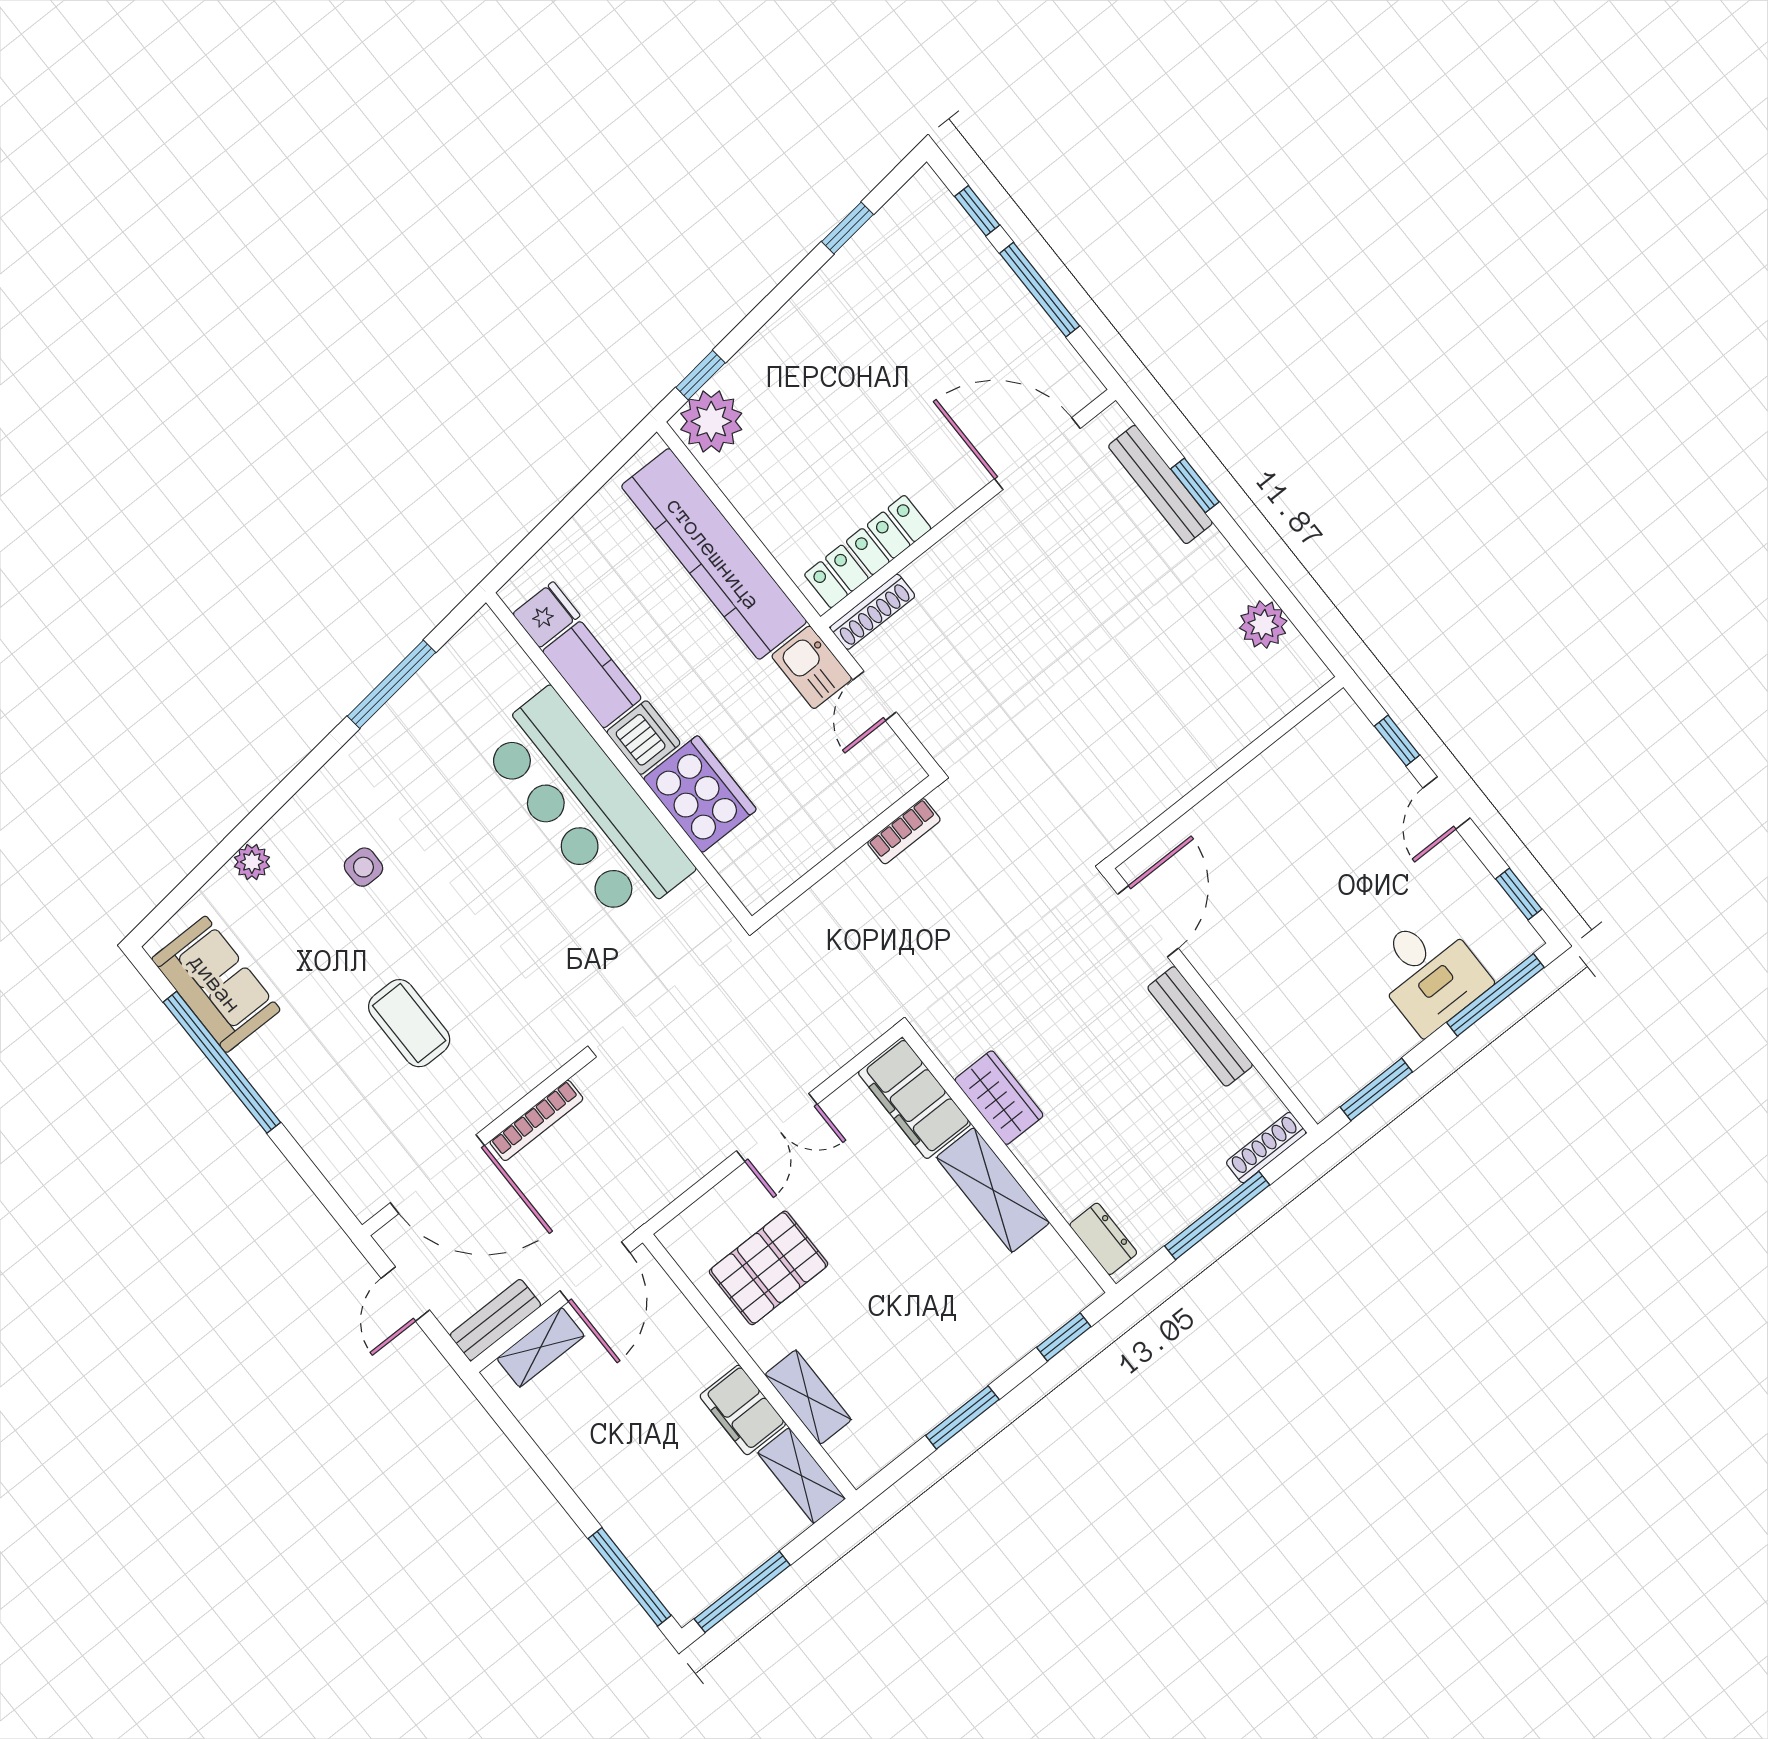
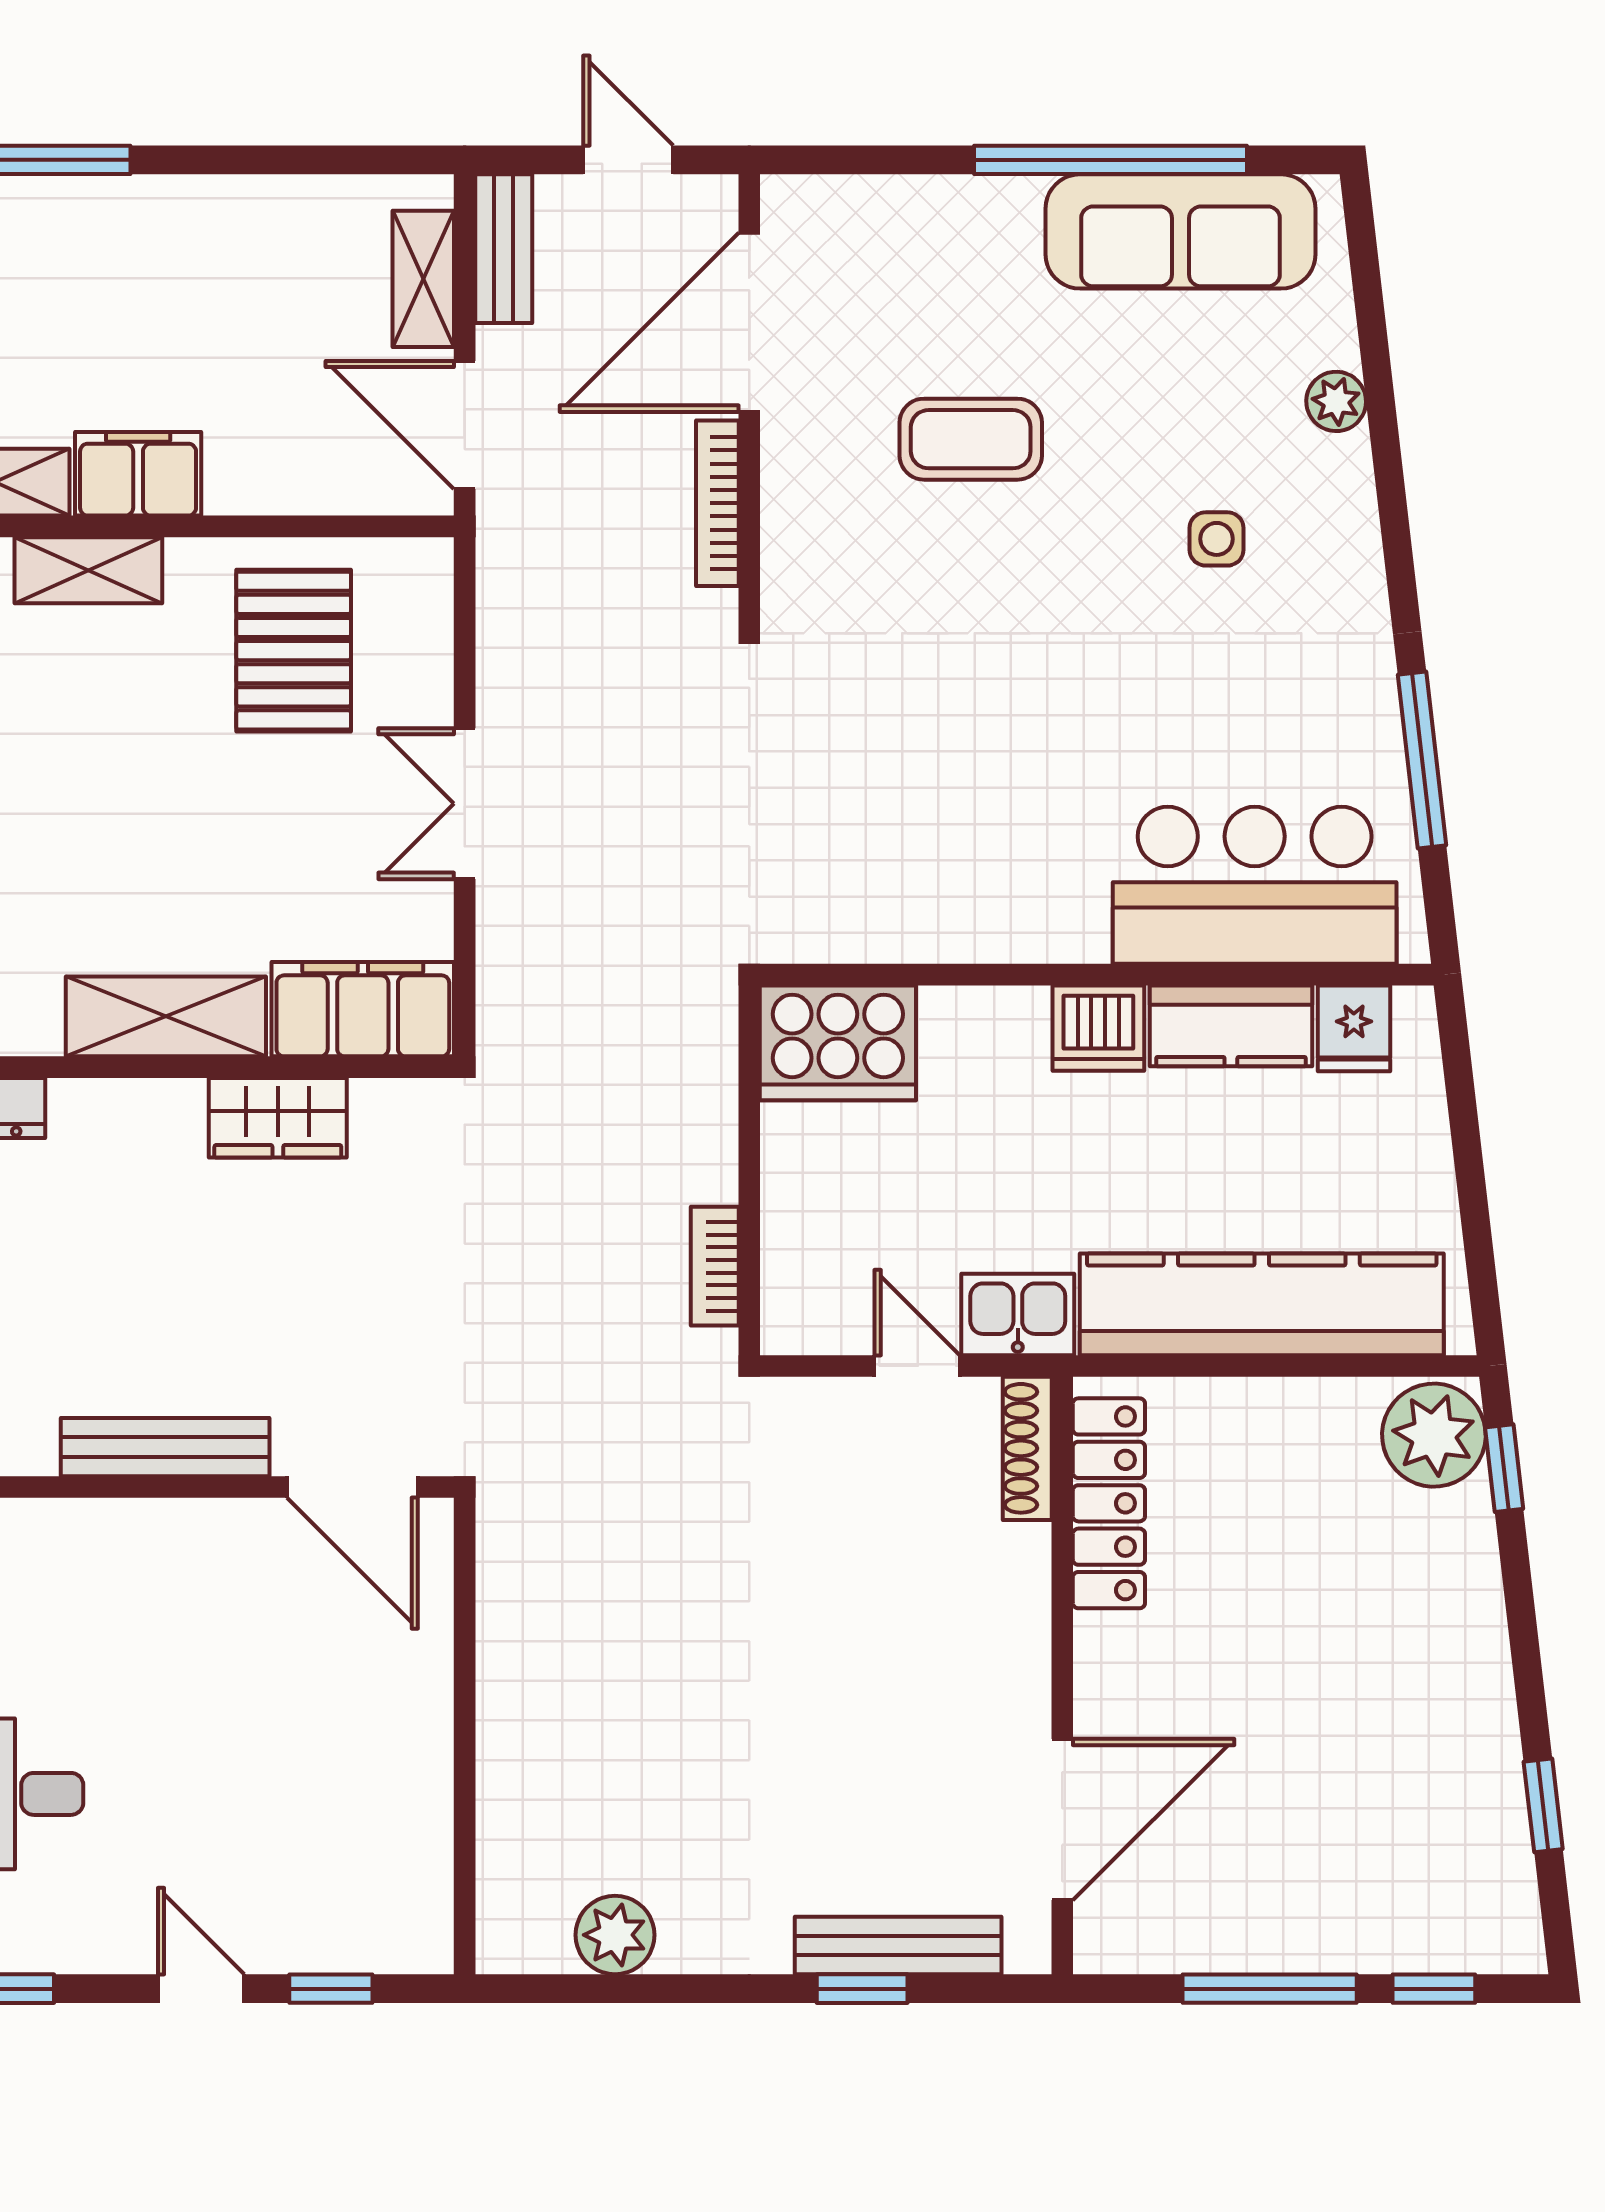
cooker: (700, 794) -> (838, 1043), moved
bar counter: (586, 806) -> (1255, 885), moved, width x0.73
sofa: (216, 984) -> (1180, 231), width x1.36

